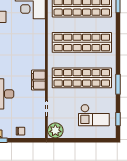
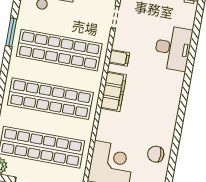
filing cabinet: (38, 56) -> (113, 92), added
filing cabinet: (38, 80) -> (119, 58), width x0.50

